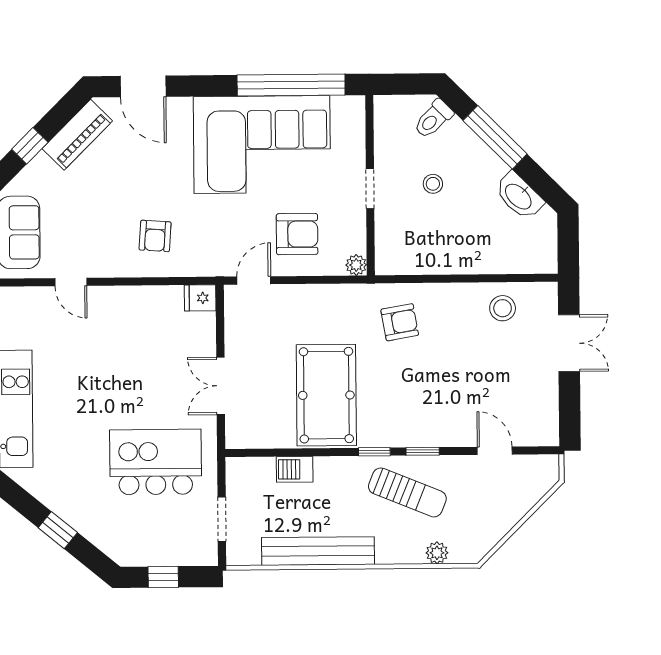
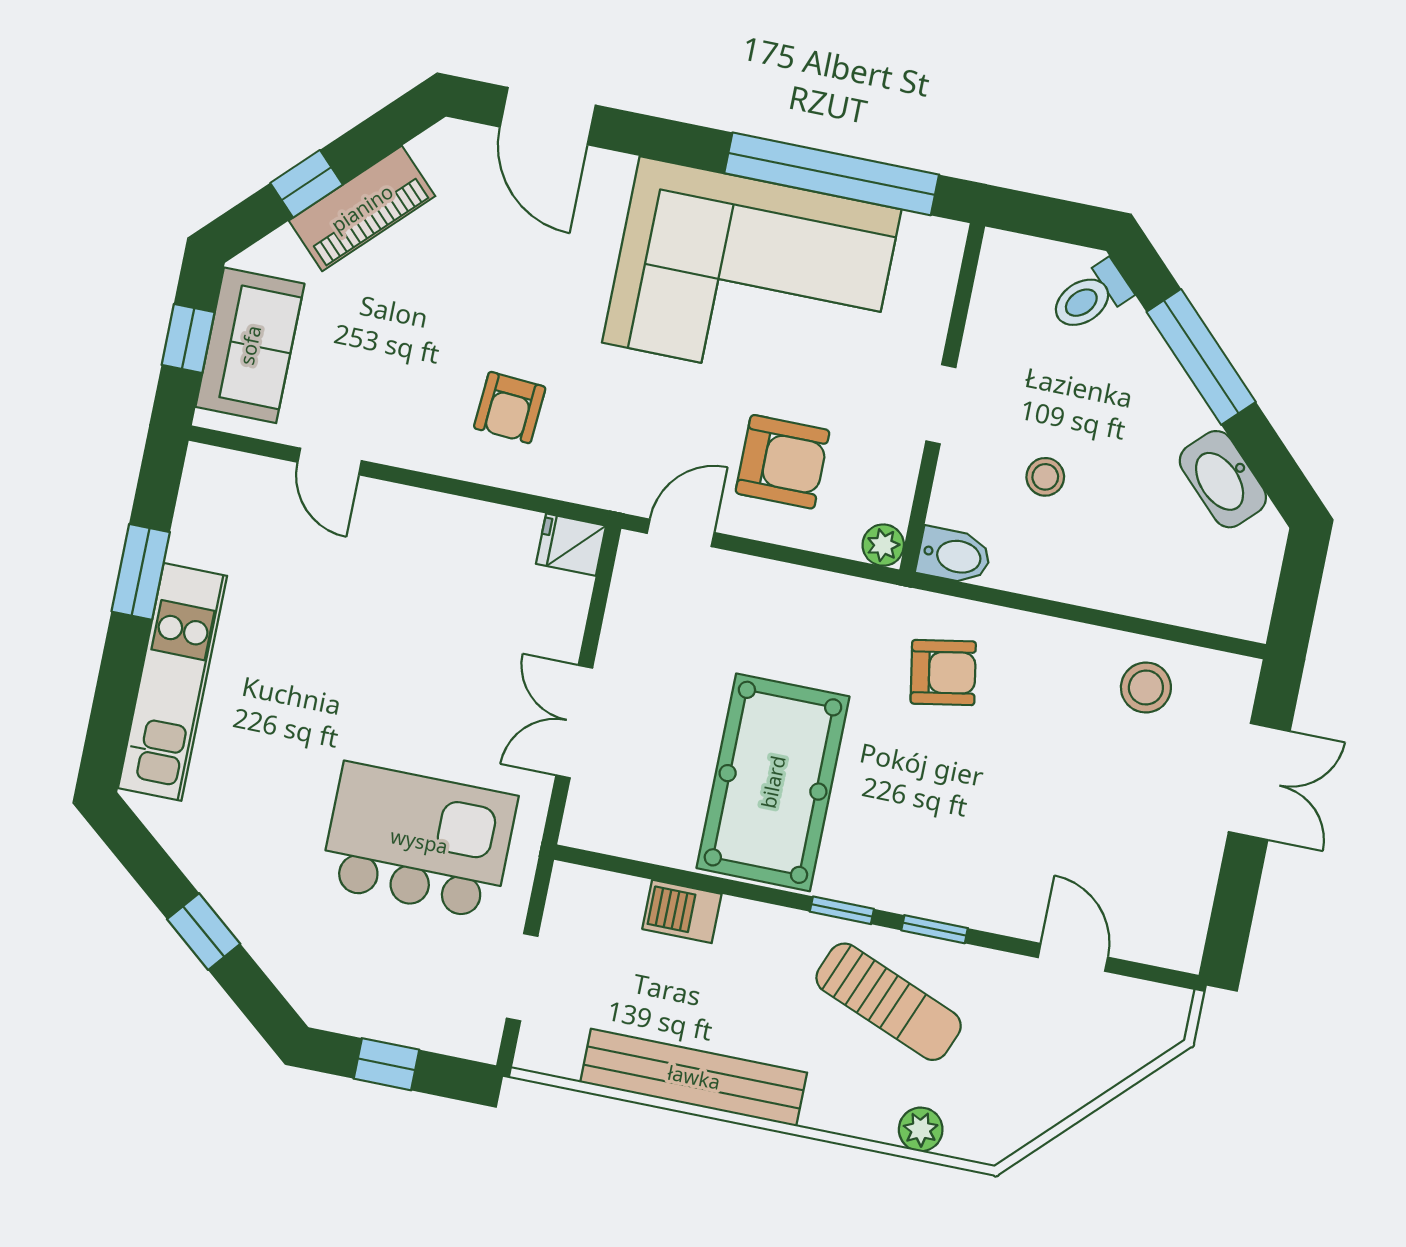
piano: (77, 135) -> (362, 208), moved
stool: (433, 184) -> (1045, 477), moved
bidet: (393, 263) -> (954, 556), added

